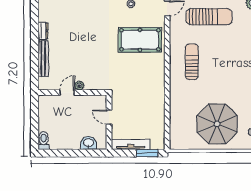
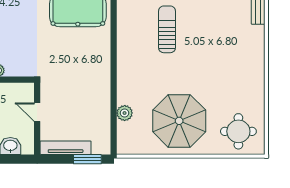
sun lounger: (192, 62) -> (167, 29), moved
plant: (175, 118) -> (125, 113), added

